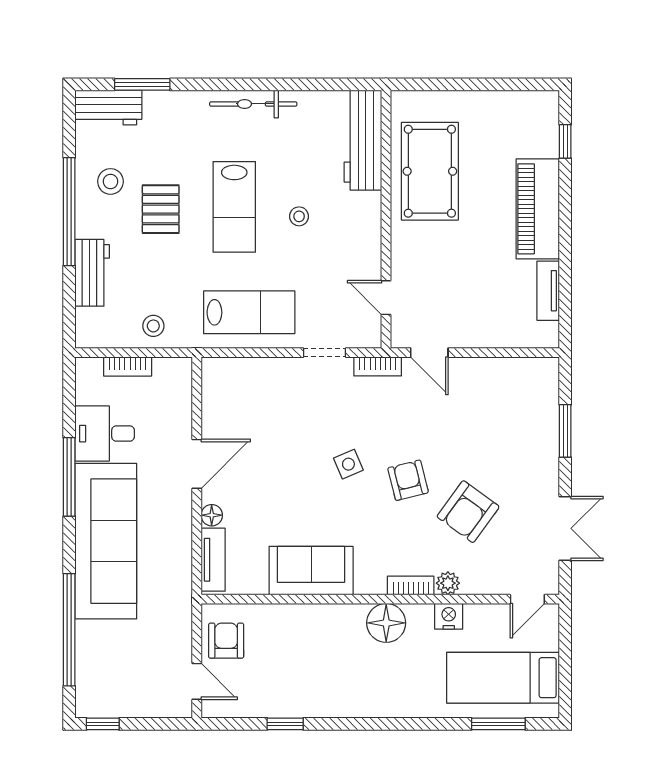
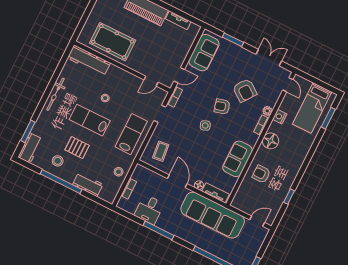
lab bench: (234, 207) -> (90, 120), turned 180
sofa: (506, 382) -> (204, 53), added
coffee table: (244, 395) -> (161, 151), added
sofa: (106, 541) -> (213, 215), moved, turned 180
armchair: (226, 641) -> (261, 174), moved

